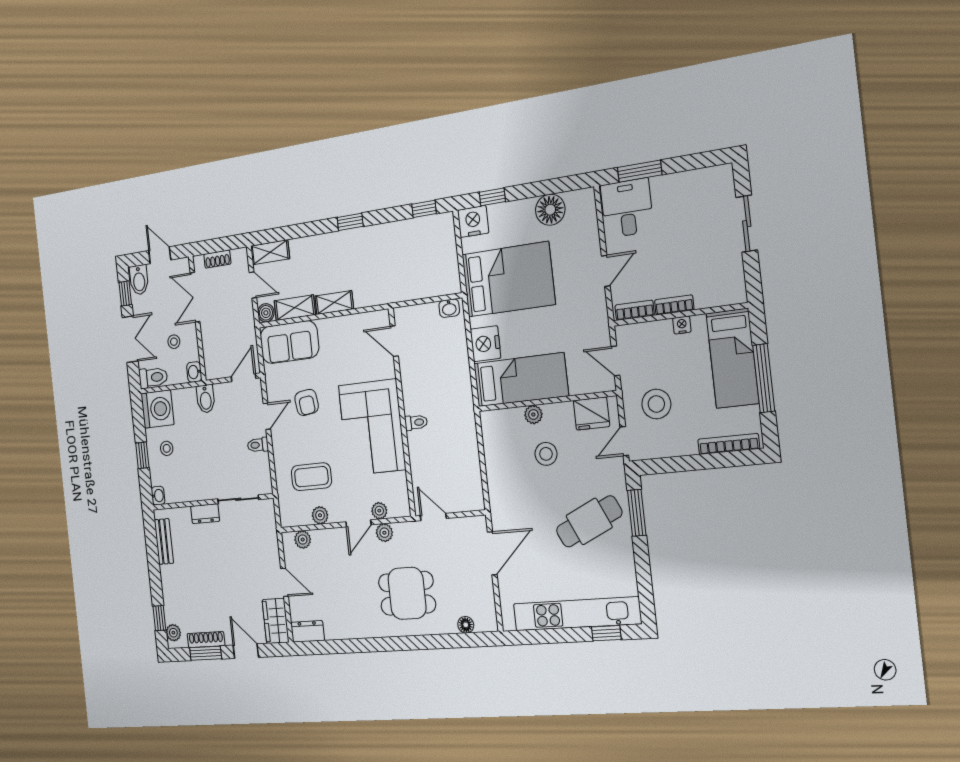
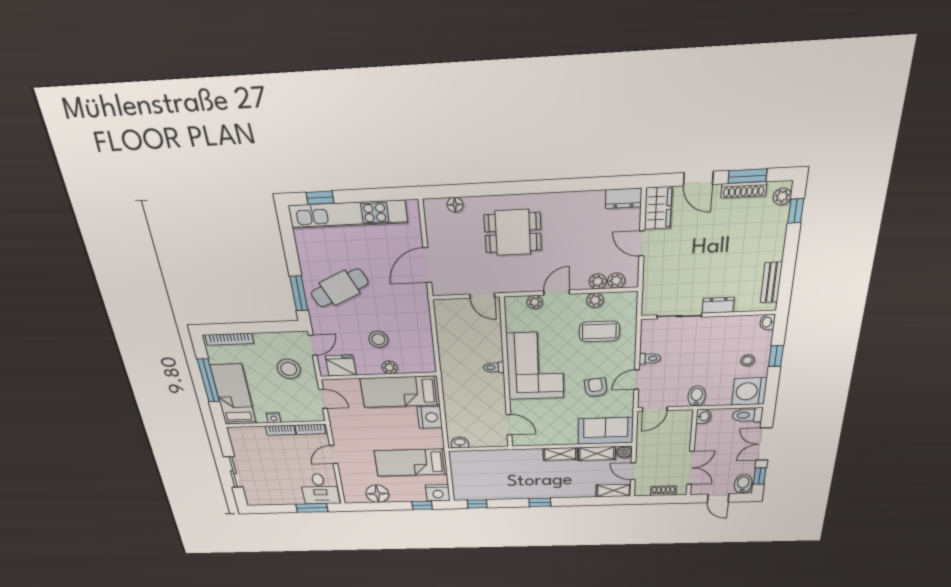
bed: (508, 279) -> (411, 463), width x0.67
stool: (174, 342) -> (719, 439), removed
plant: (384, 533) -> (598, 281), moved

